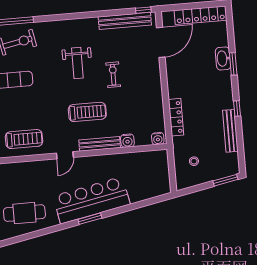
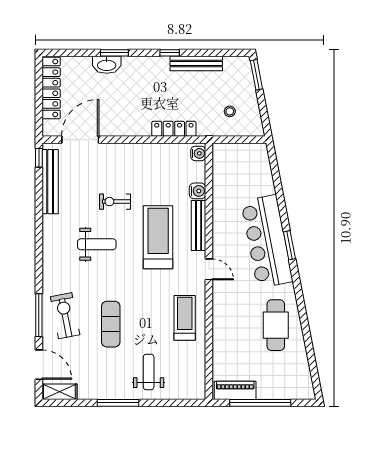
door: (161, 42) -> (80, 140), hinge flipped
treadmill: (87, 112) -> (158, 237), width x1.37, depth x1.38

